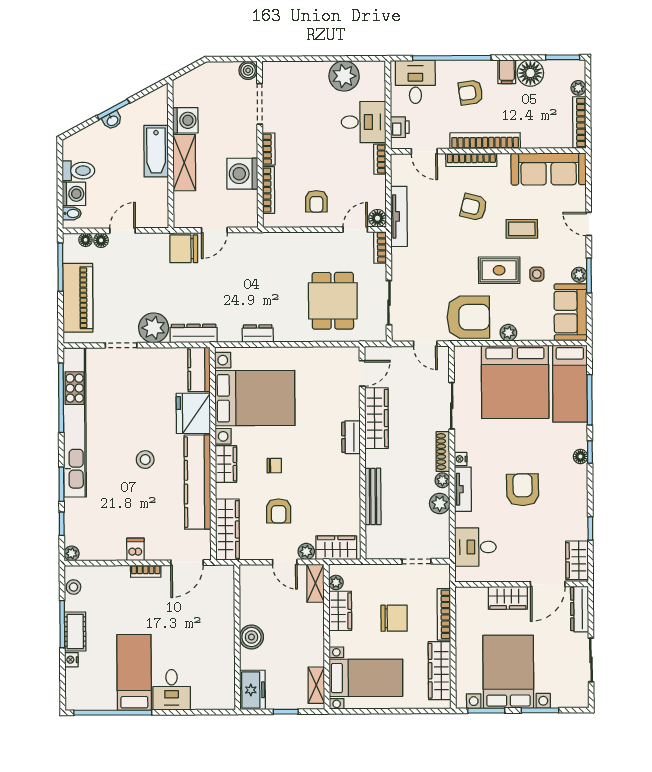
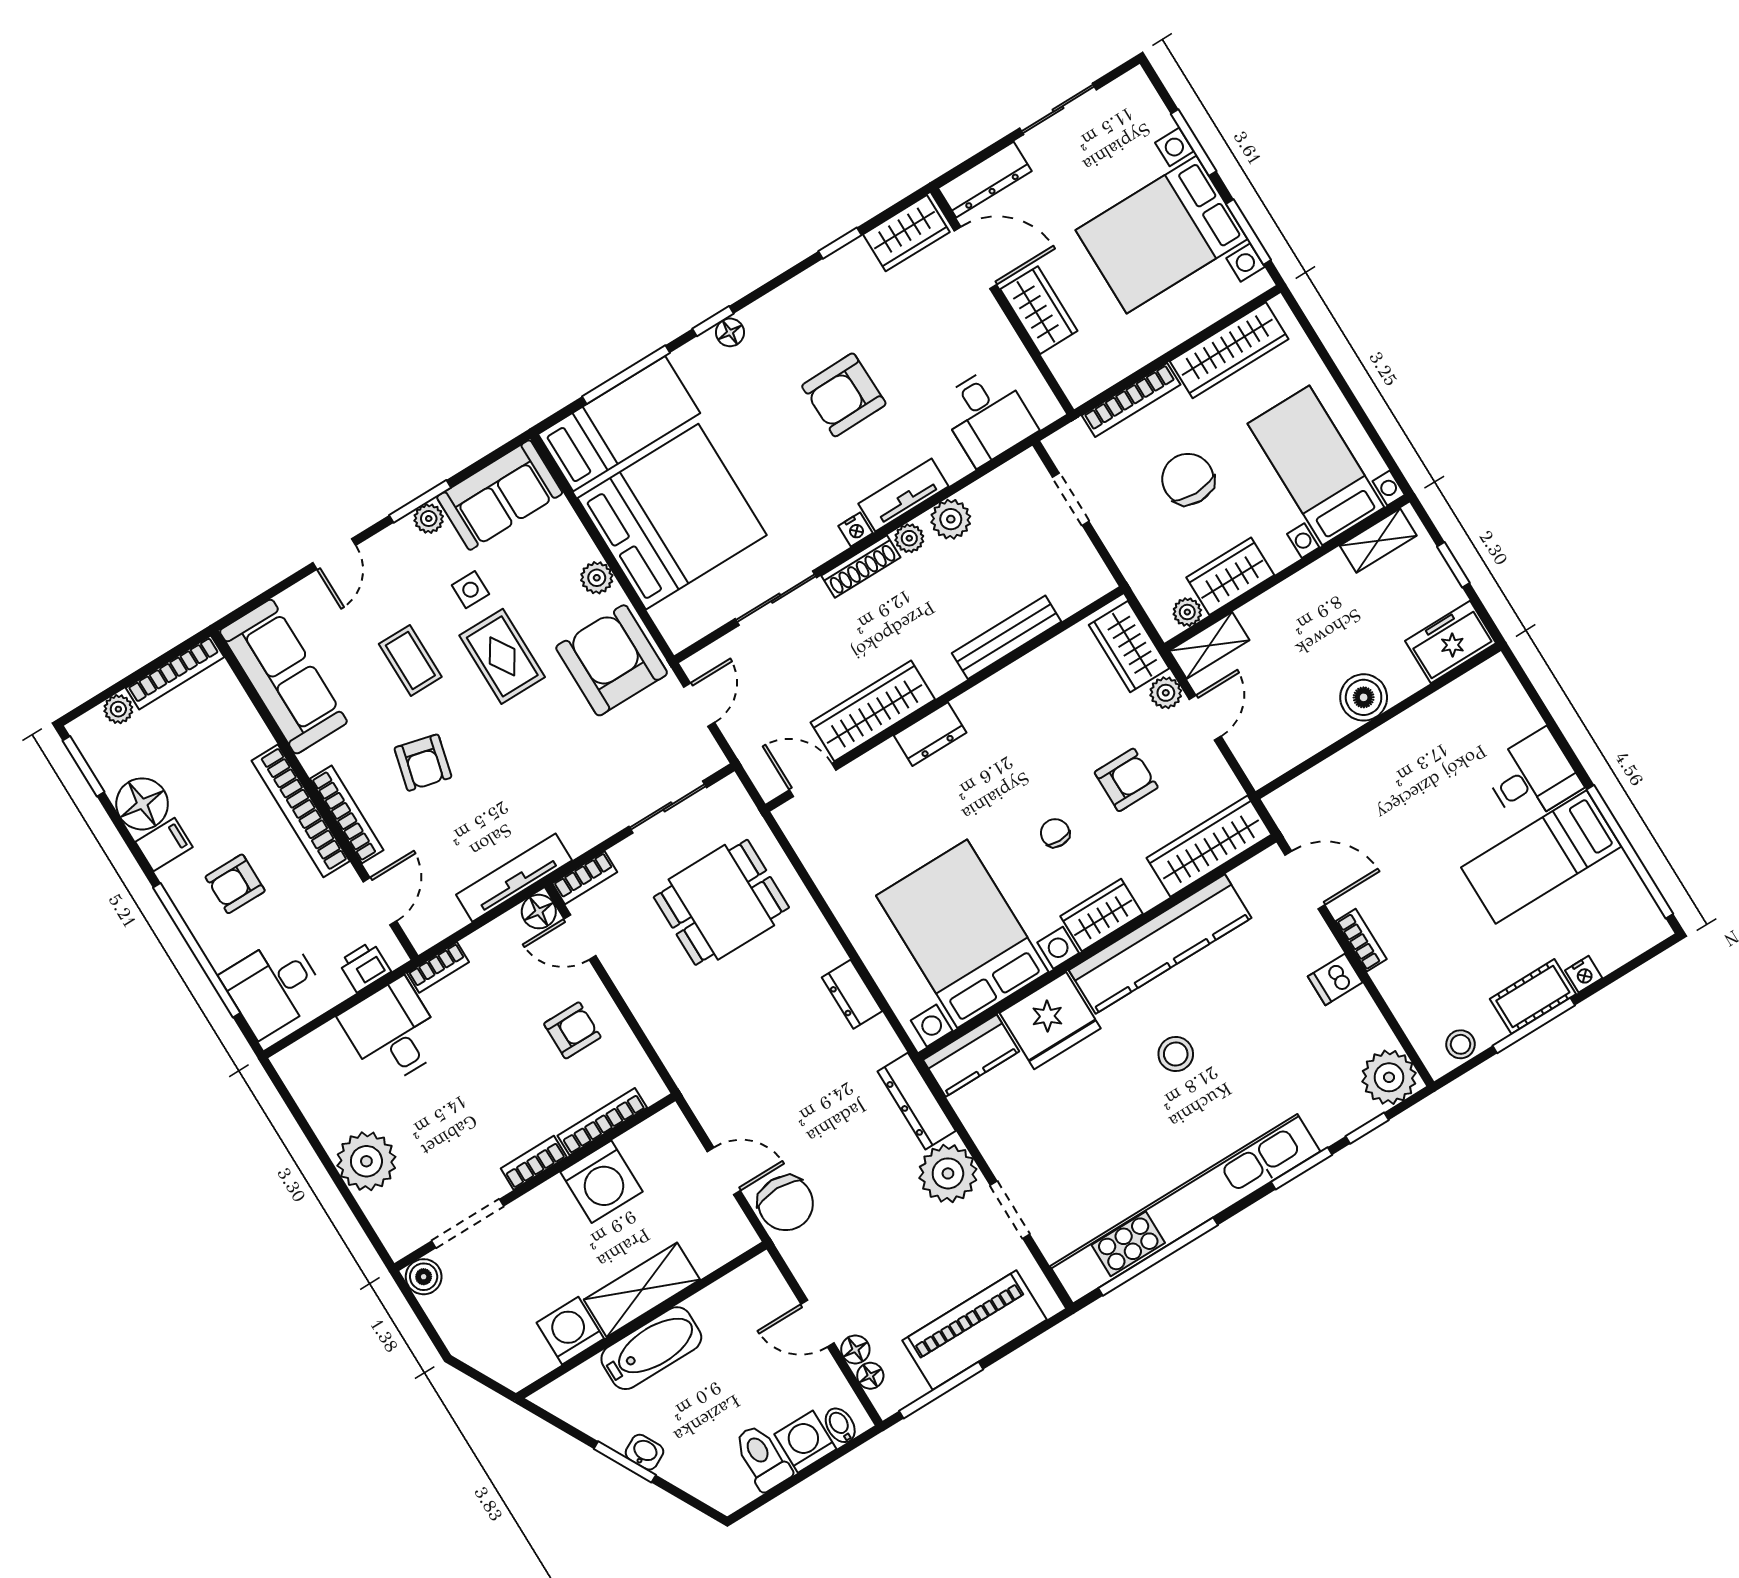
plant: (344, 76) -> (366, 1161), moved
armchair: (471, 92) -> (235, 884), turned 98
plant: (72, 553) -> (1389, 1077), width x1.88, depth x1.88

